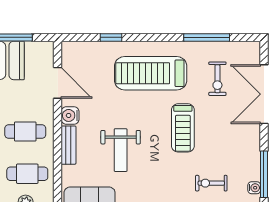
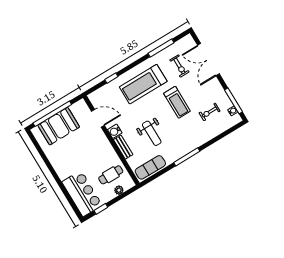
cafe table: (25, 132) -> (97, 154), removed
exercise bike: (211, 183) -> (210, 112), moved

